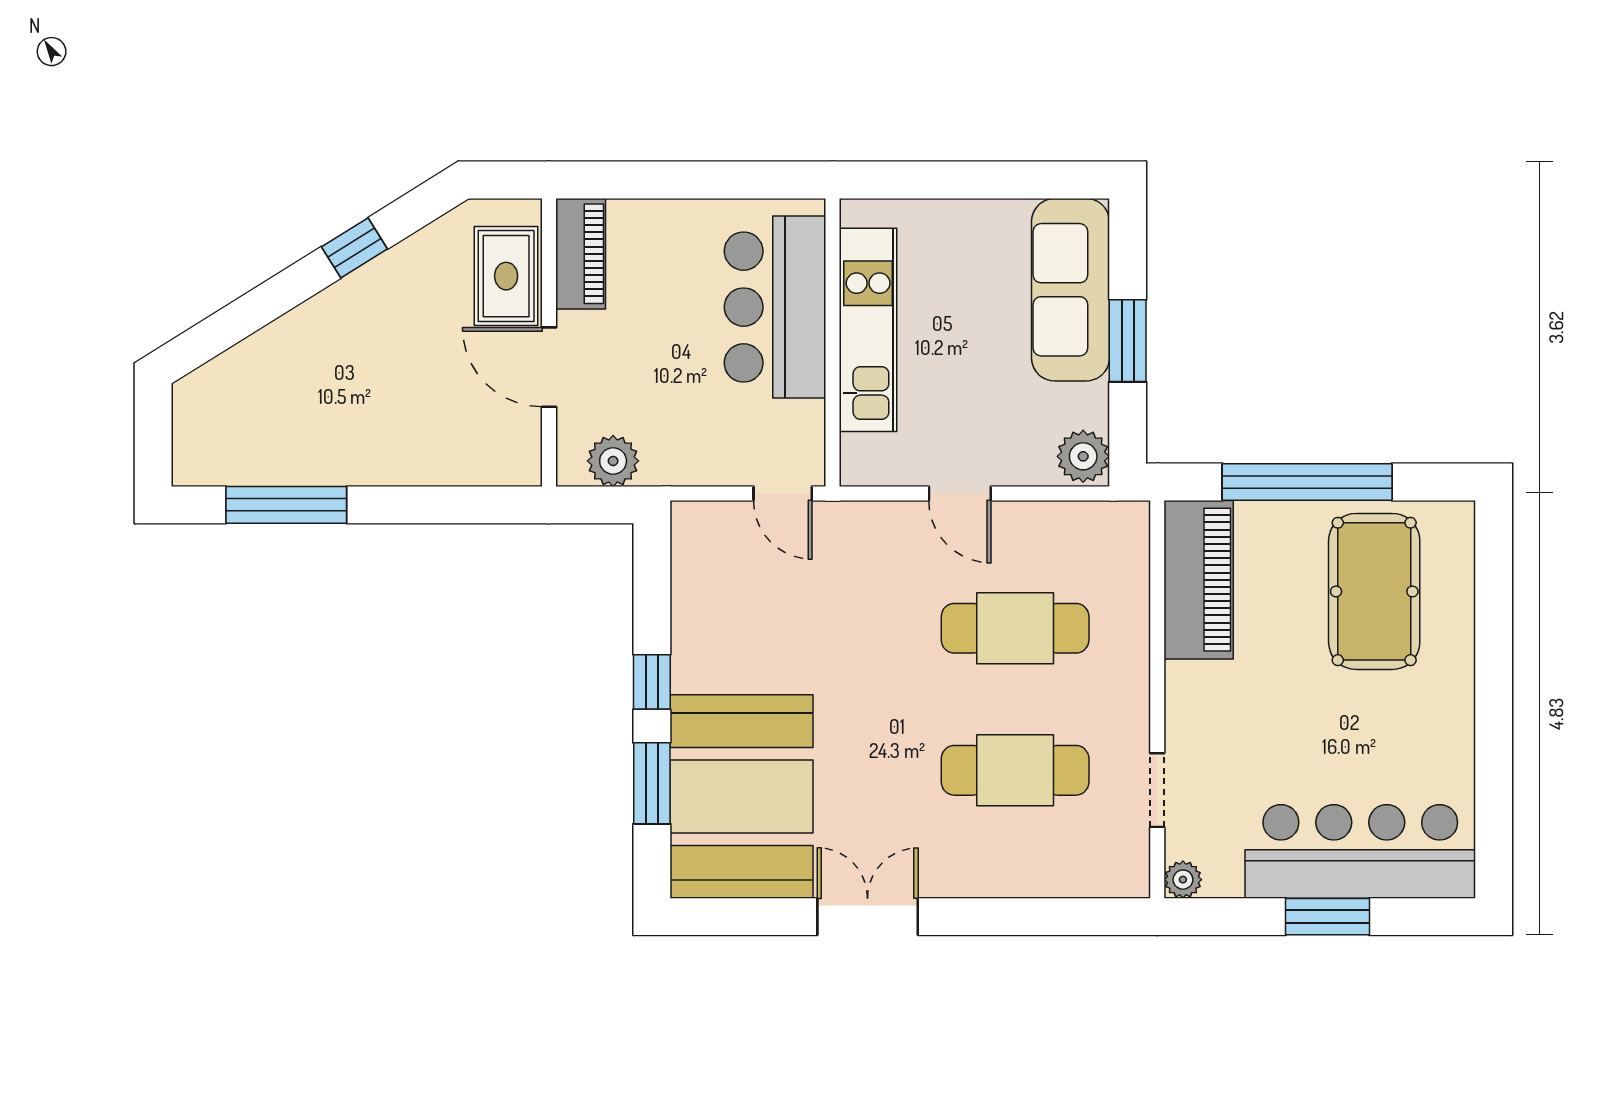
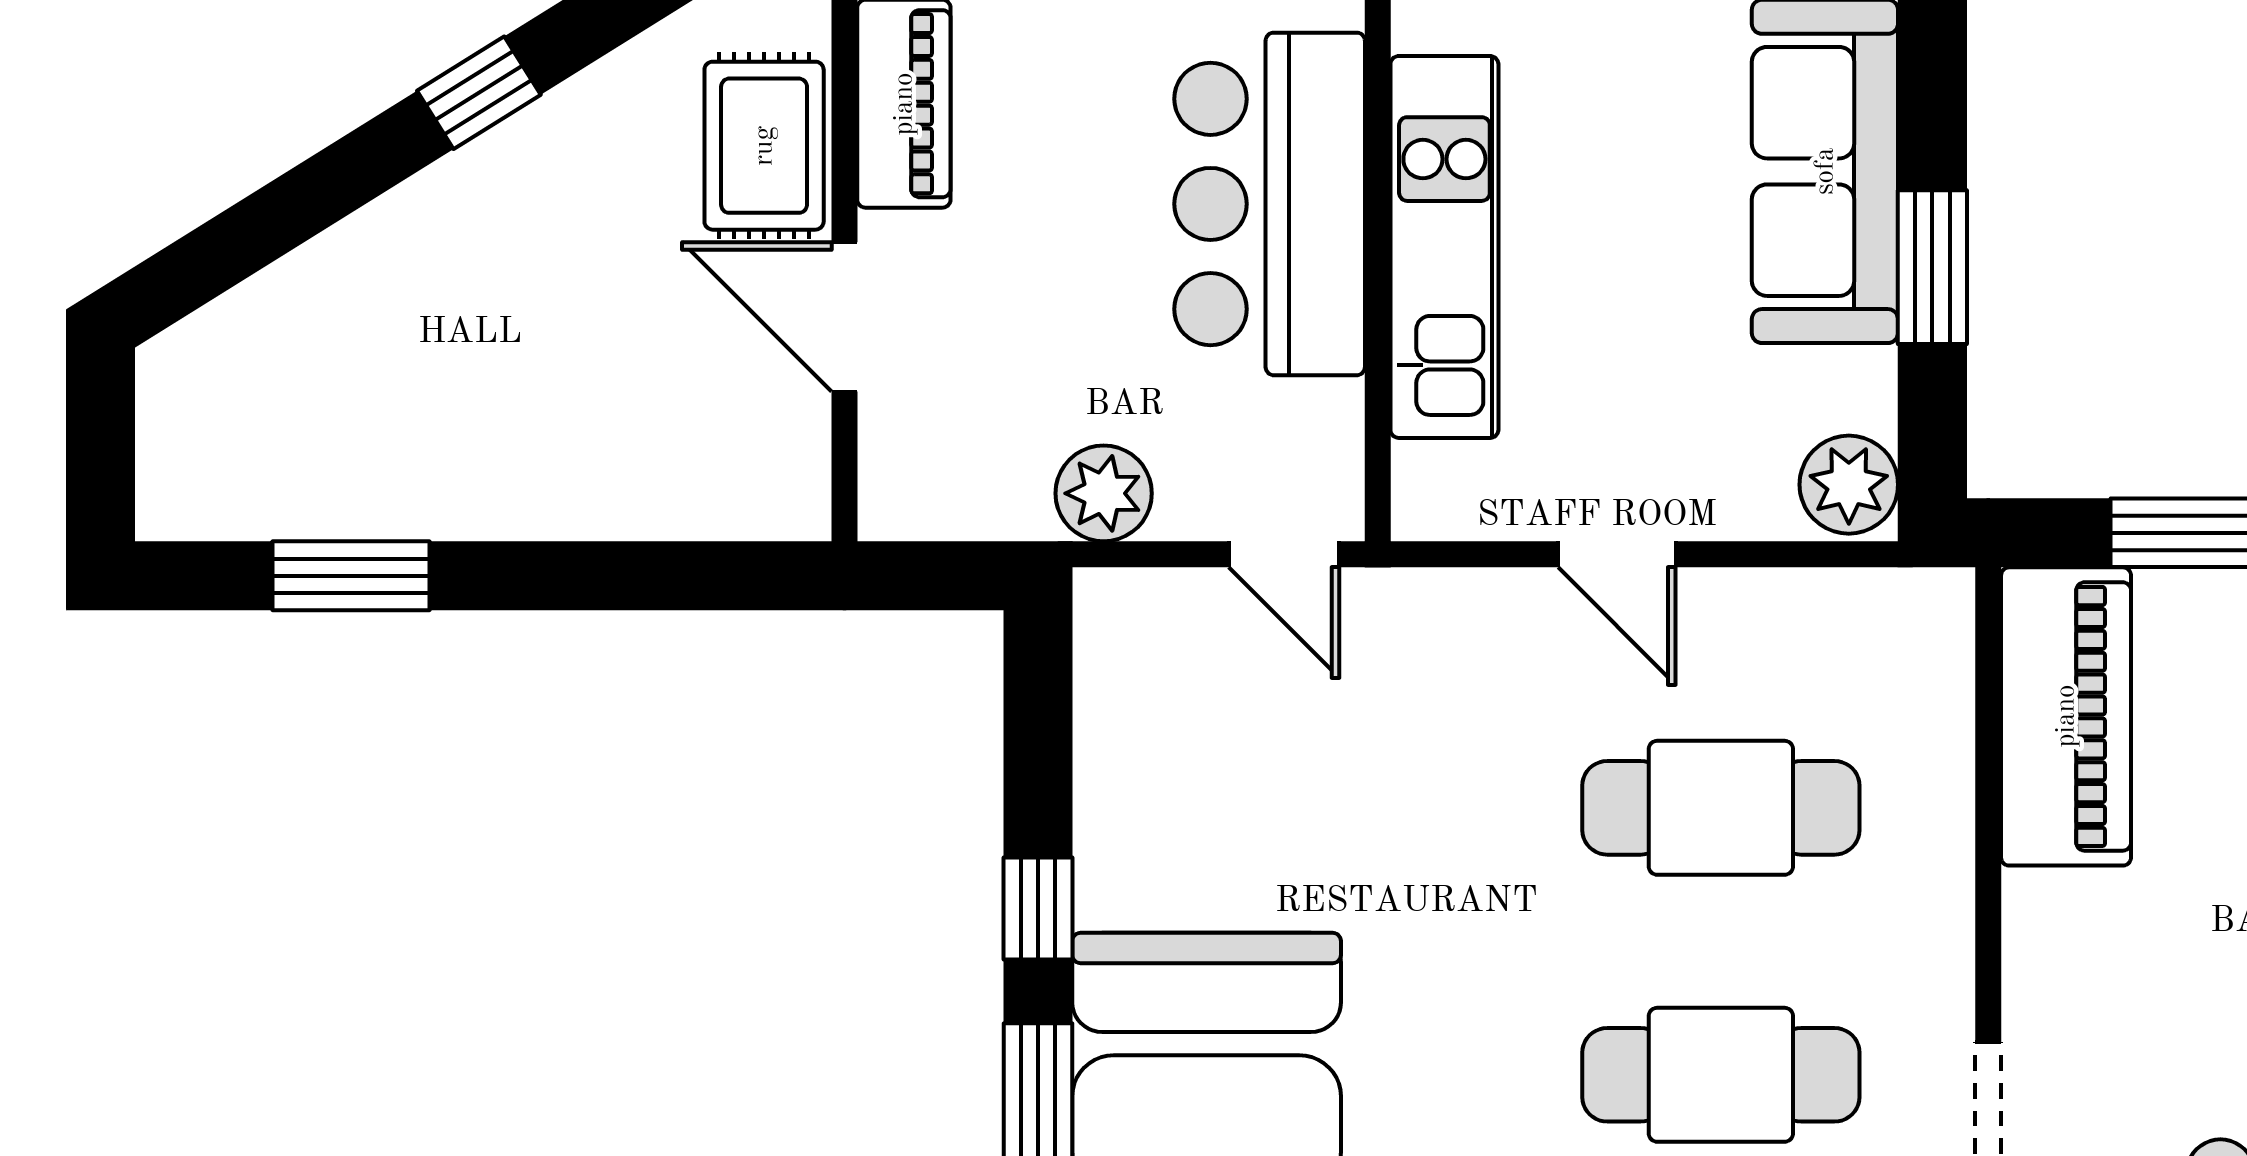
plant: (613, 461) -> (1104, 493), moved
window: (286, 505) -> (351, 576), width x0.69

